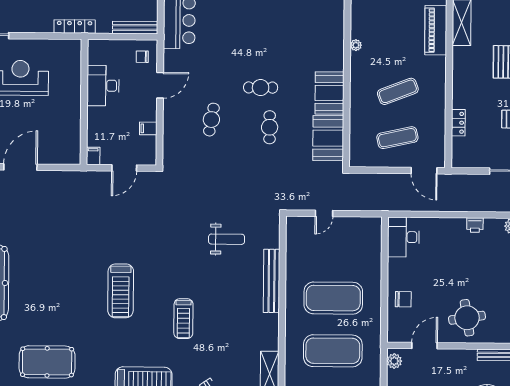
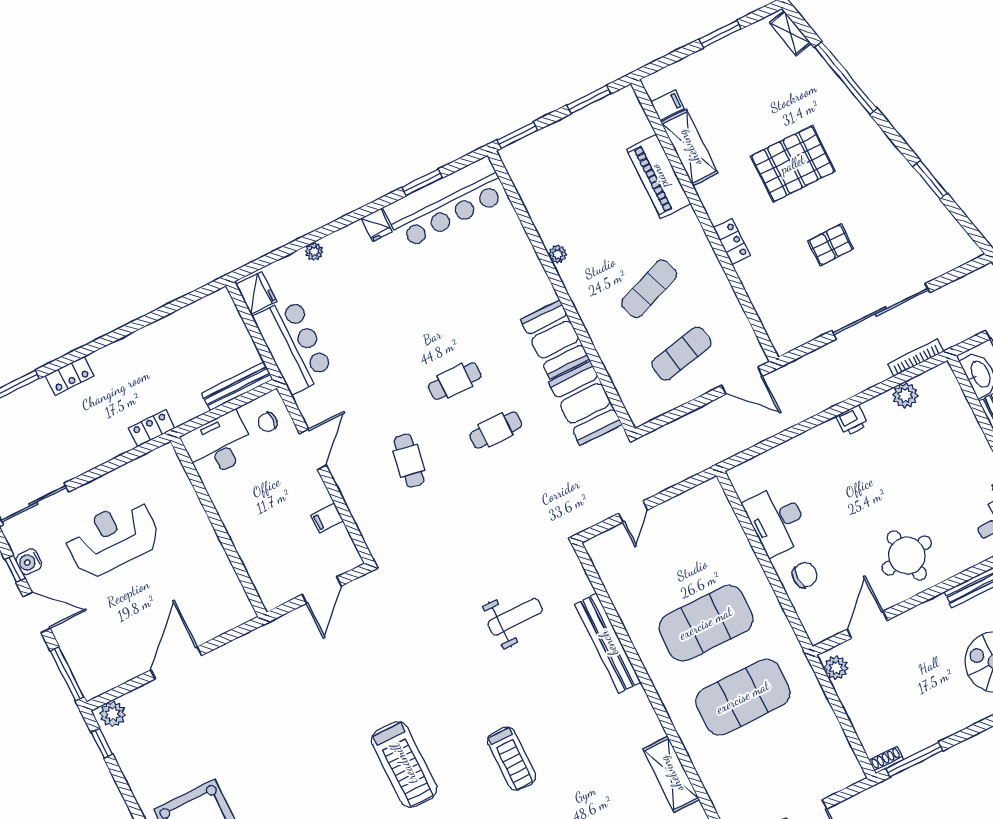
locker: (75, 27) -> (152, 428), width x0.66
desk: (103, 86) -> (218, 445), moved, turned 90
locker: (458, 123) -> (732, 242), moved
cafe table: (270, 127) -> (496, 430), turned 90
filing cabinet: (93, 156) -> (270, 596), removed
desk: (403, 237) -> (777, 520), moved

